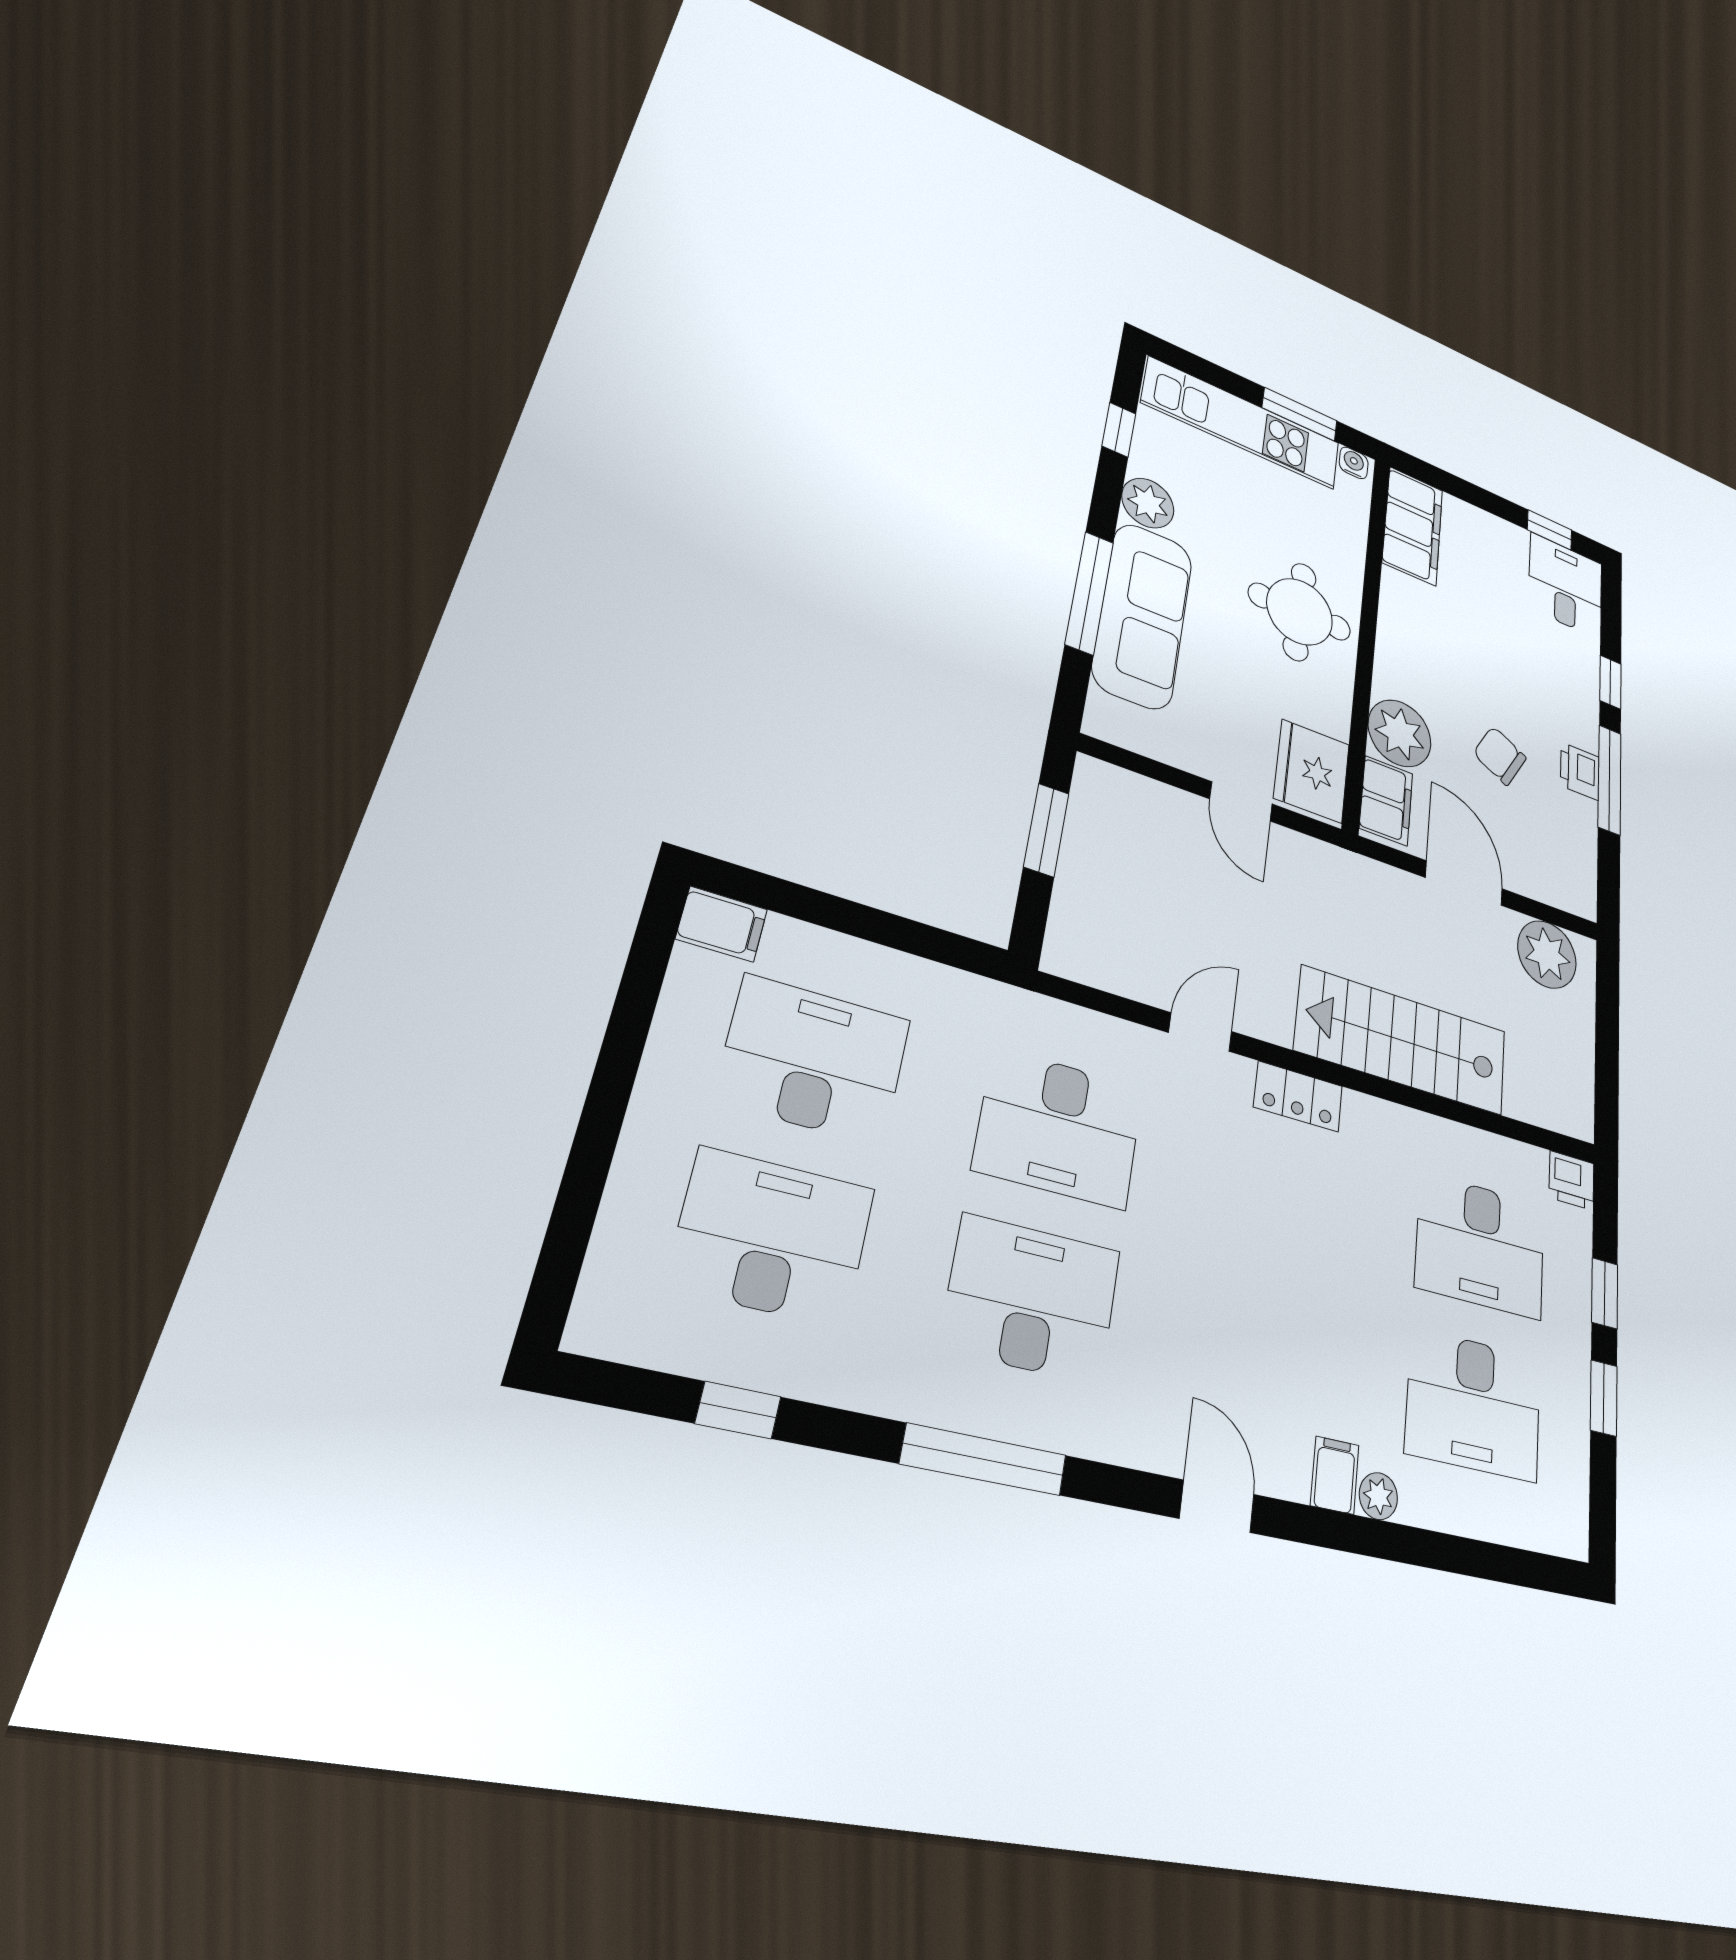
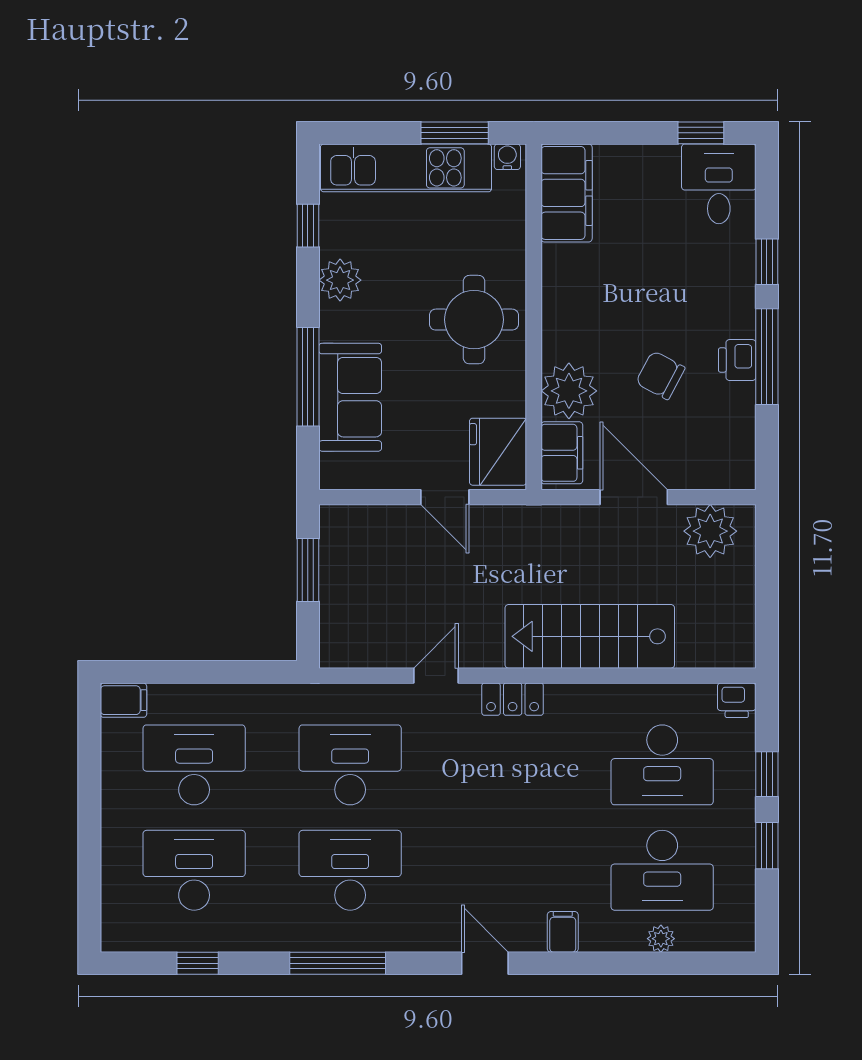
sofa: (1143, 615) -> (350, 397), width x0.73
desk: (1059, 1128) -> (350, 765), turned 180
plant: (1378, 1496) -> (661, 939), moved

